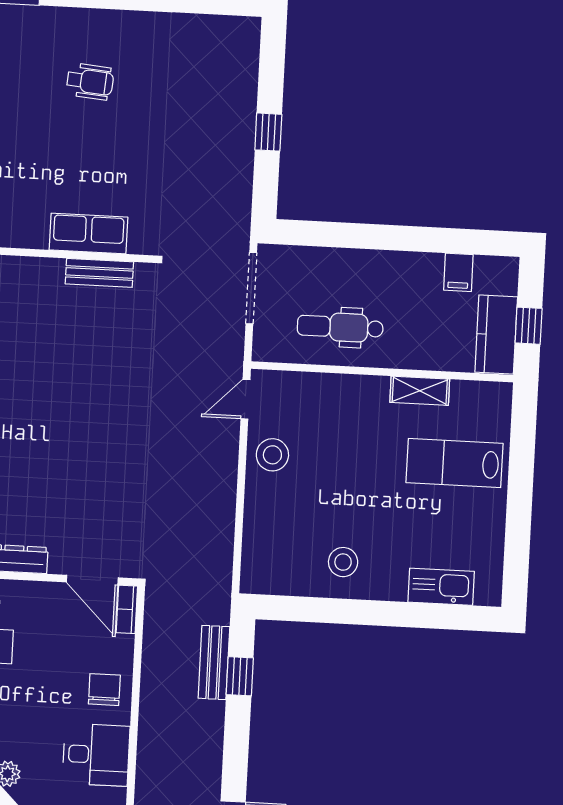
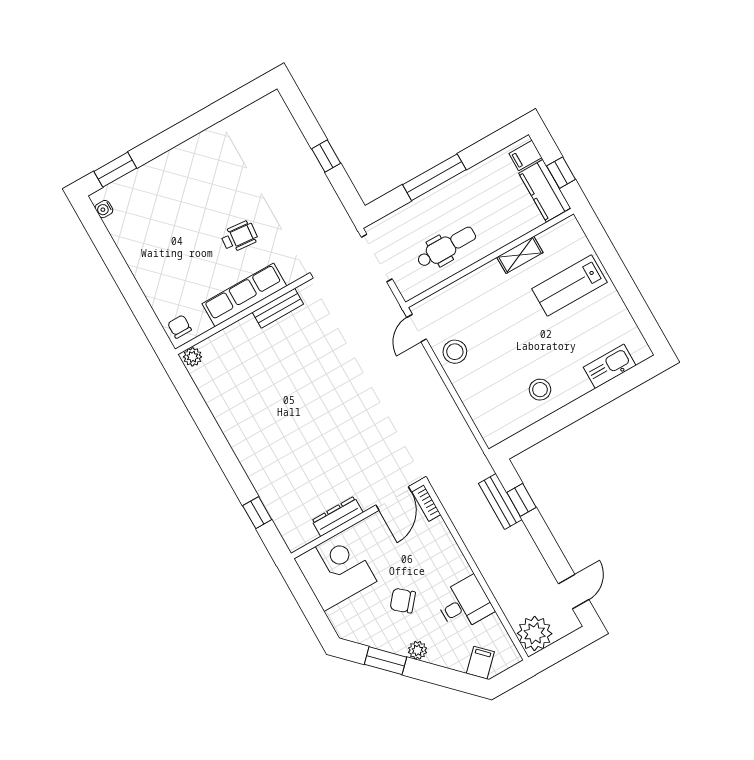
wheelchair: (90, 82) -> (239, 237), moved
row of seats: (89, 234) -> (244, 295), width x1.48
window: (378, 237) -> (434, 177), added
filing cabinet: (458, 272) -> (525, 156), moved, turned 90
dental chair: (340, 327) -> (446, 247), turned 180
door: (92, 580) -> (394, 499), hinge flipped
chair: (104, 690) -> (403, 601), moved, turned -50

